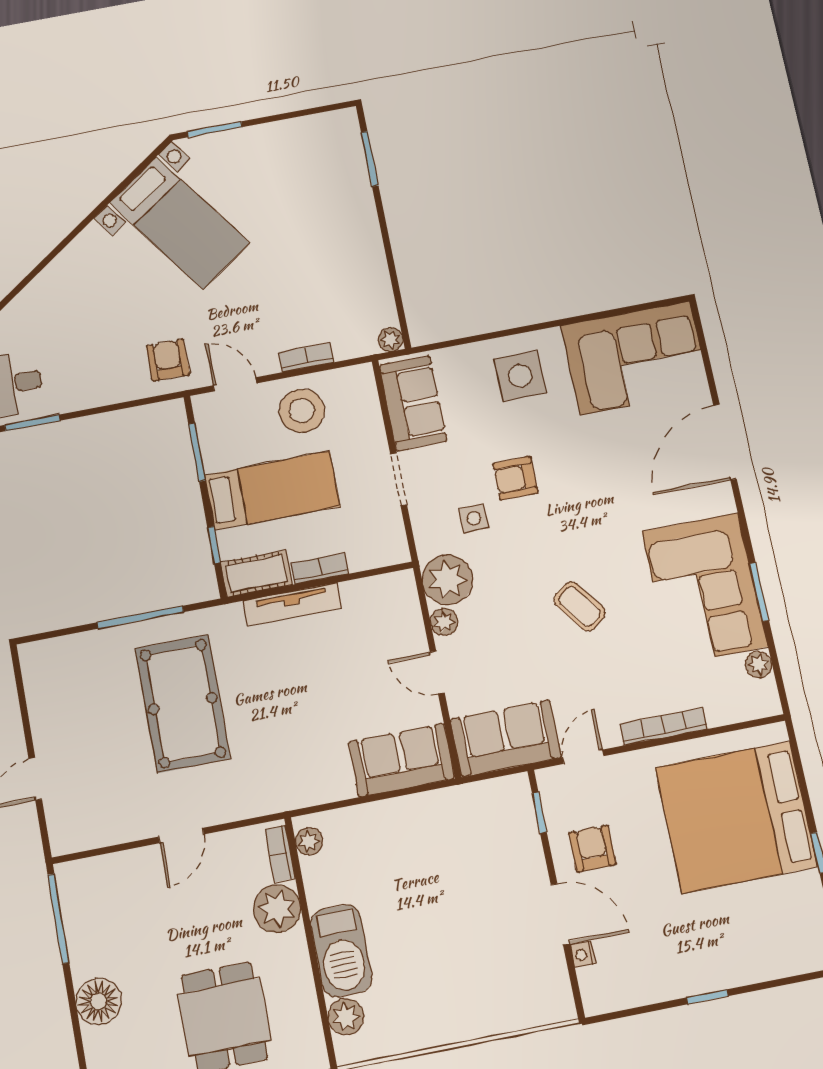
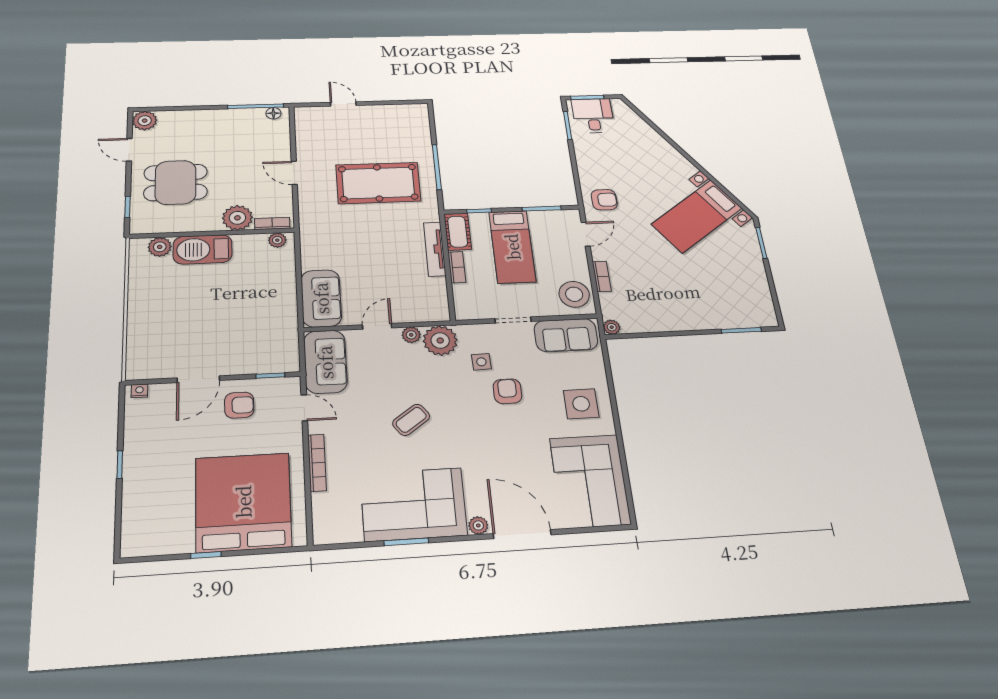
stool: (302, 411) -> (574, 294), moved
plant: (759, 665) -> (478, 525), moved
nightstand: (583, 954) -> (139, 391), moved
floor lamp: (99, 1001) -> (273, 113), moved, width x0.53, depth x0.53

